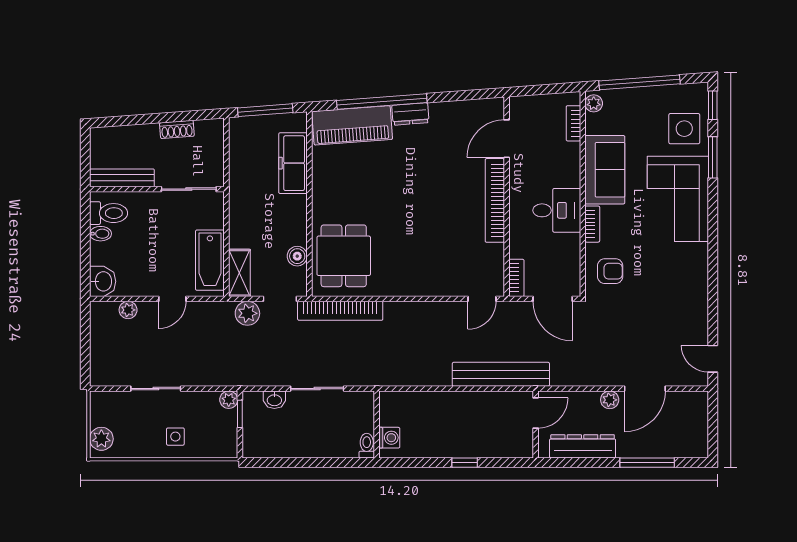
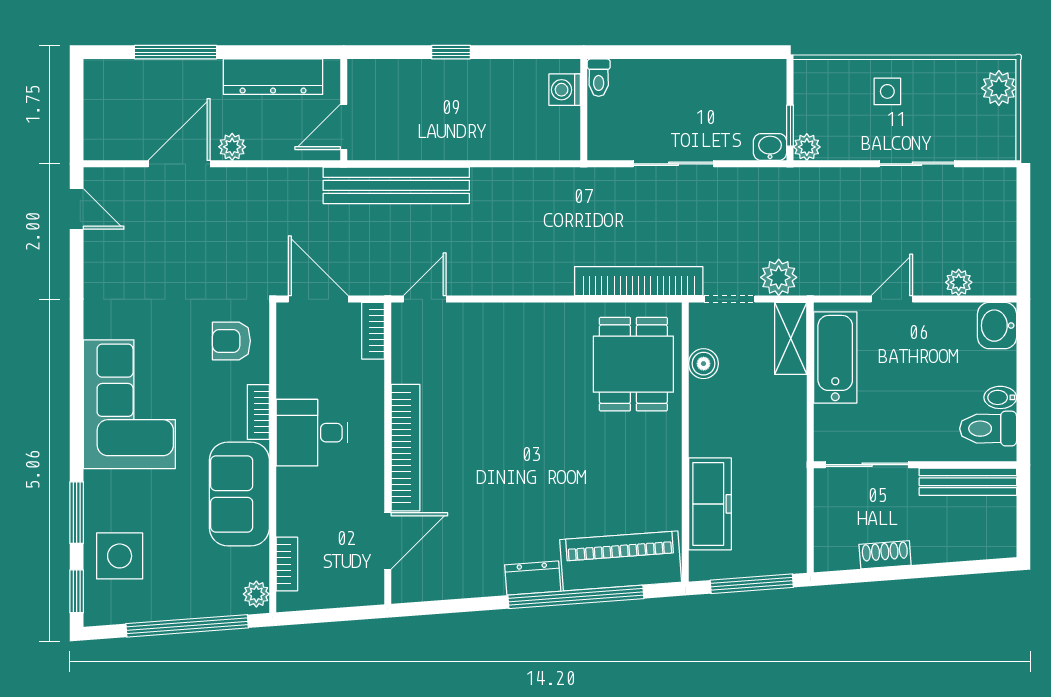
corner sofa: (678, 199) -> (129, 404), moved
washbasin: (274, 400) -> (770, 147), moved

